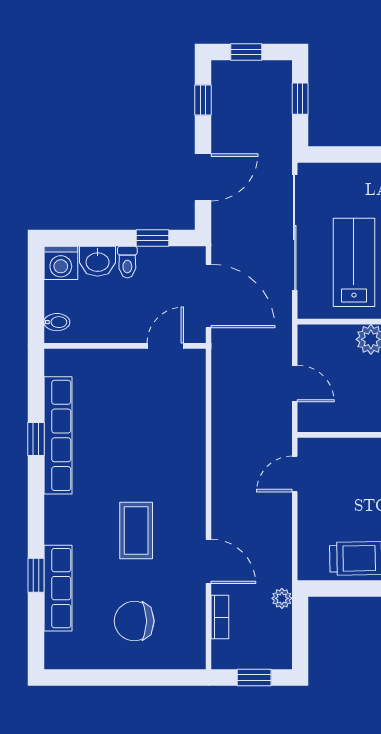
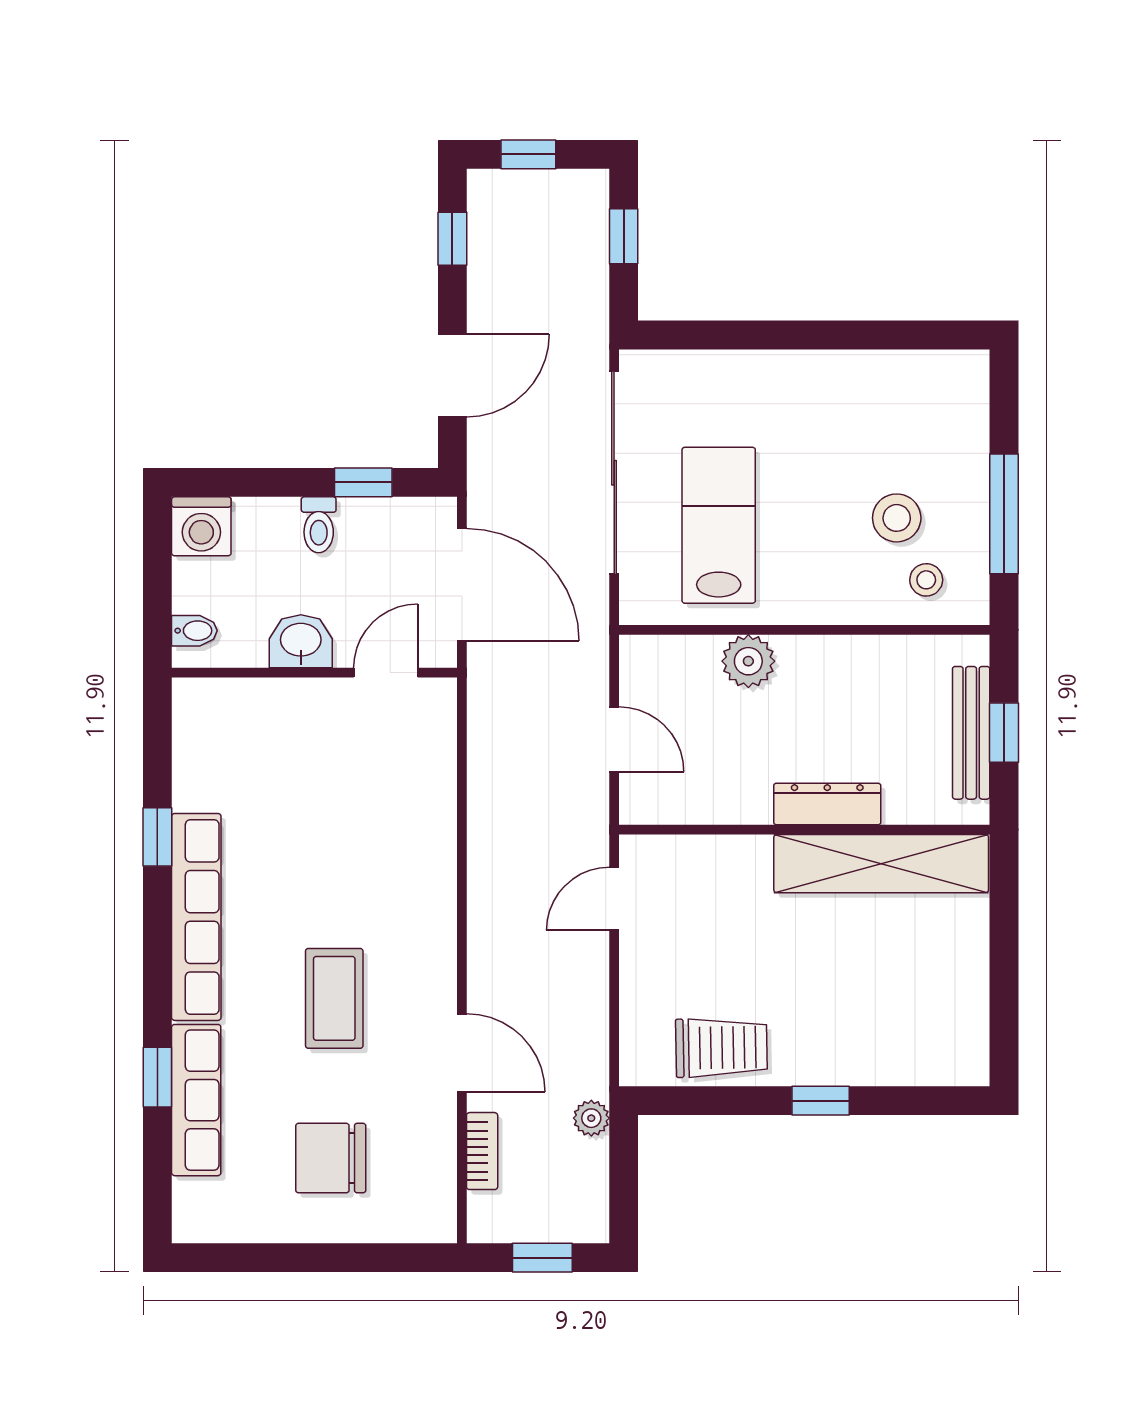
washbasin: (98, 261) -> (301, 641), moved, turned 180
row of seats: (58, 435) -> (196, 917), moved

